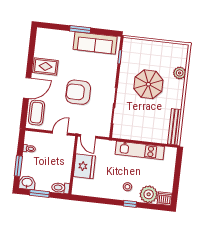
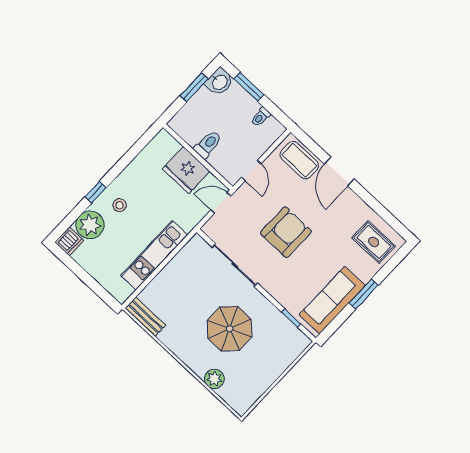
rug: (45, 66) -> (374, 242), moved, turned 90
bench: (175, 127) -> (145, 317), width x0.73
toilet: (61, 188) -> (208, 145), moved

